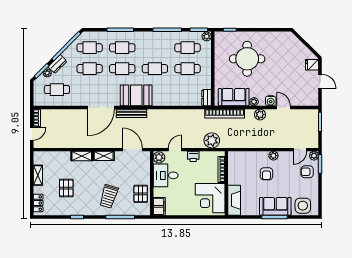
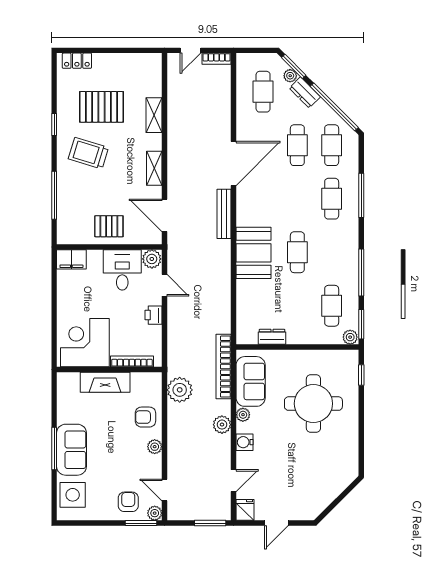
fridge: (312, 65) -> (245, 510), moved
cafe table: (122, 69) -> (297, 199), removed
cafe table: (188, 69) -> (297, 306), removed
booth: (136, 95) -> (253, 253), moved
dresser: (206, 98) -> (272, 337), moved
door: (101, 108) -> (234, 163), swing flipped
door: (284, 108) -> (234, 481), moved
door: (32, 134) -> (191, 50), hinge flipped
plant: (212, 140) -> (180, 390), moved
door: (132, 150) -> (165, 215), swing flipped
shelving: (82, 156) -> (154, 115), moved
armchair: (266, 174) -> (145, 417), moved
shelving: (38, 175) -> (123, 60), removed
pallet: (66, 188) -> (101, 107), width x1.50, depth x1.42
pallet: (141, 194) -> (109, 226), moved
trolley: (109, 196) -> (88, 153), moved
fireplace: (234, 200) -> (105, 382), moved

